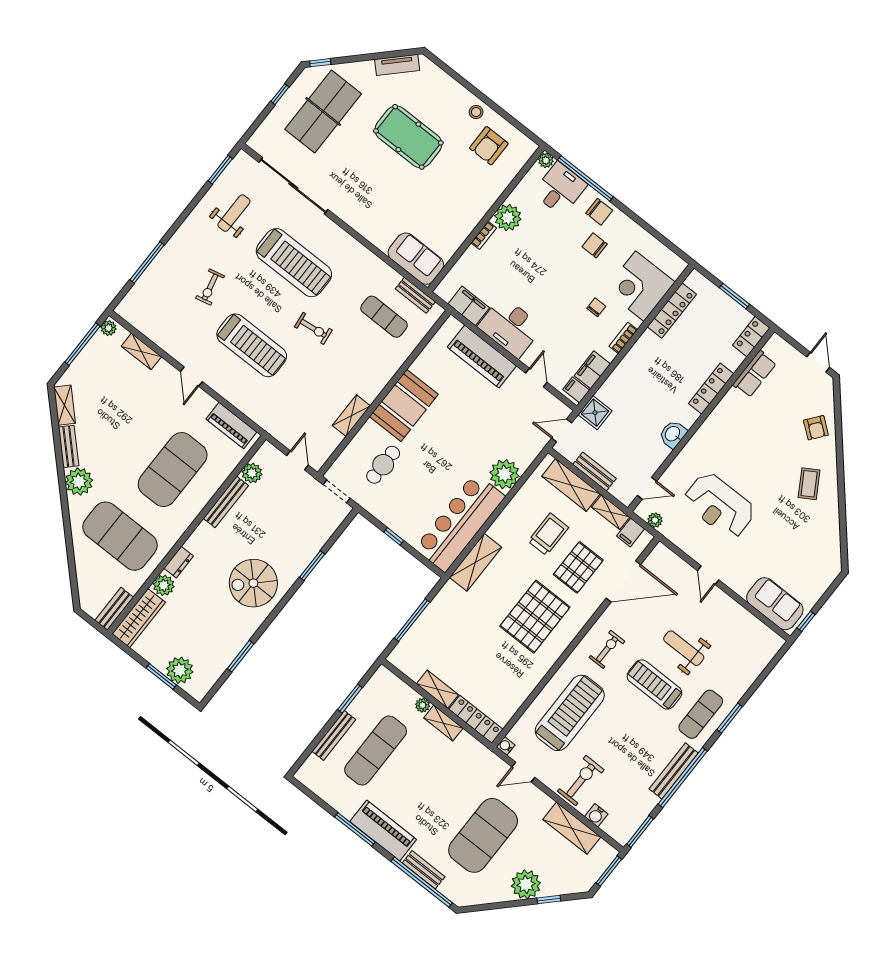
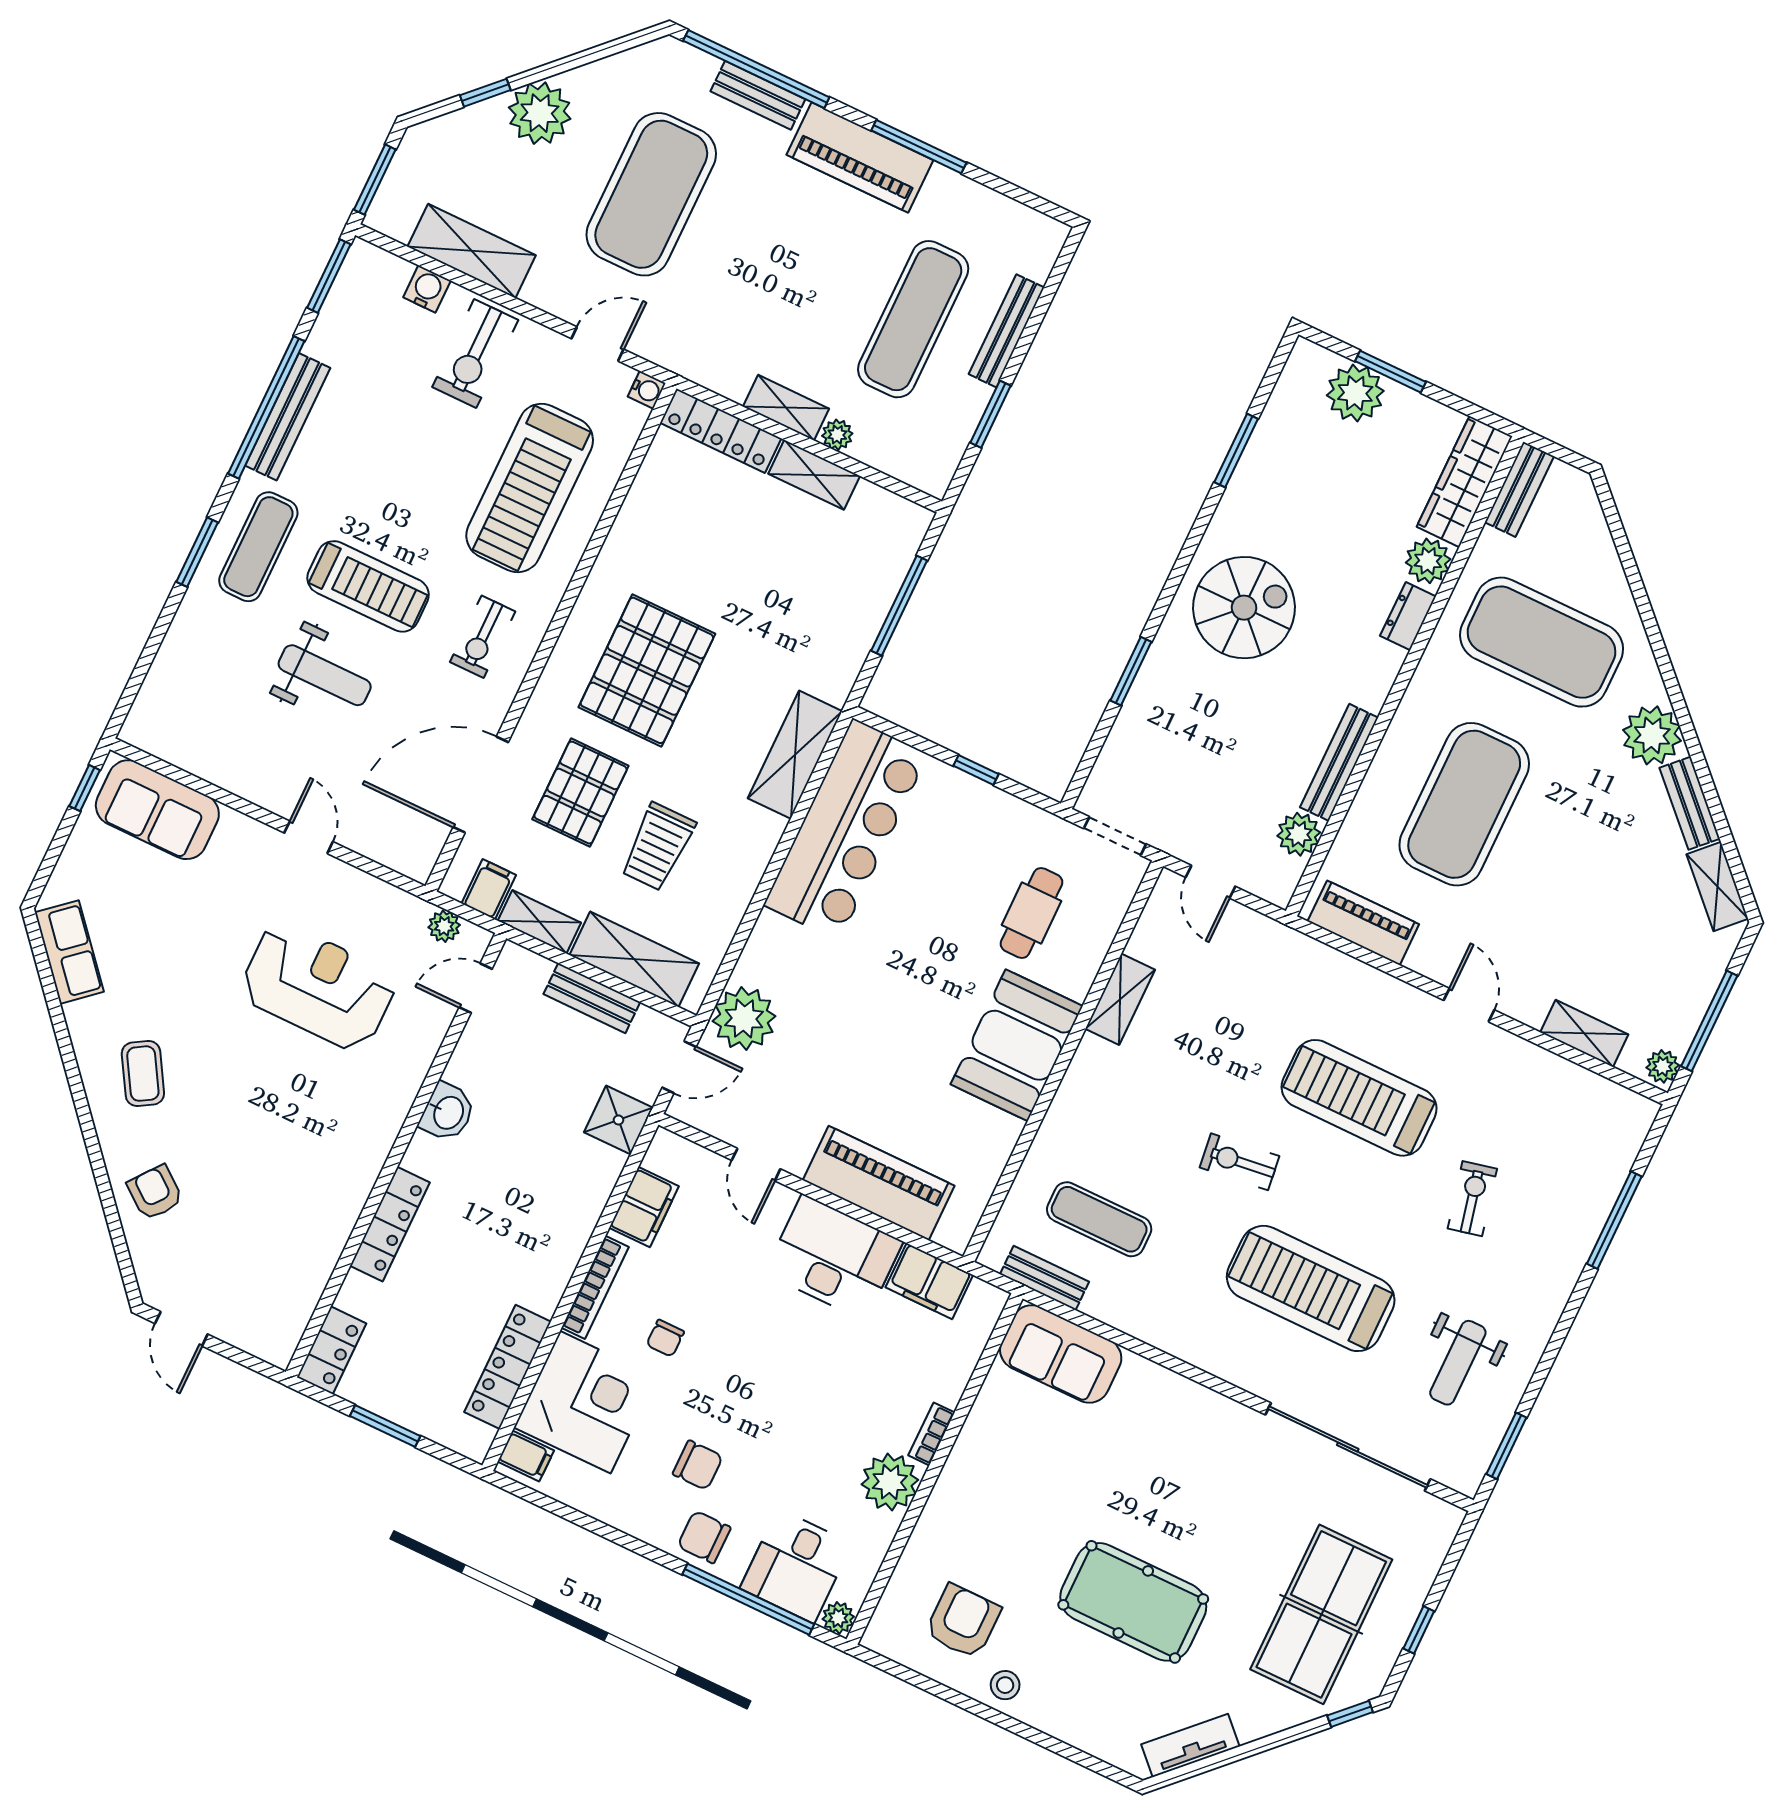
bookcase: (623, 338) -> (595, 1287), width x1.56
row of seats: (755, 374) -> (69, 952), moved, turned 139
filing cabinet: (576, 390) -> (526, 1456), moved
plant: (504, 474) -> (744, 1019), moved

